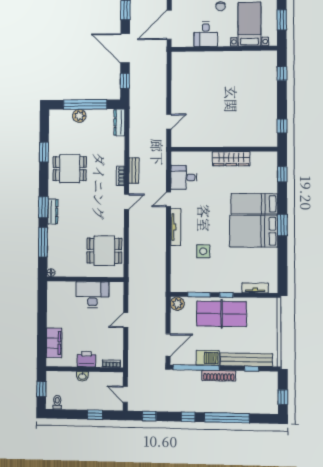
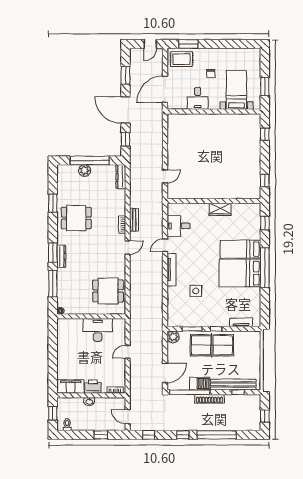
wardrobe: (231, 159) -> (220, 209), width x0.67
window: (282, 225) -> (265, 268), width x2.11
filing cabinet: (54, 343) -> (71, 386), moved, turned -90

